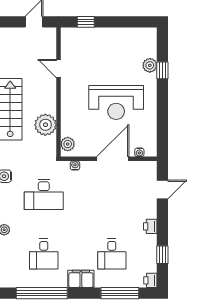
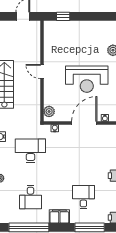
door: (59, 69) -> (42, 71), moved
plant: (45, 125) -> (32, 96), removed
desk: (44, 194) -> (30, 151), turned 180
desk: (112, 254) -> (83, 197), turned 180

